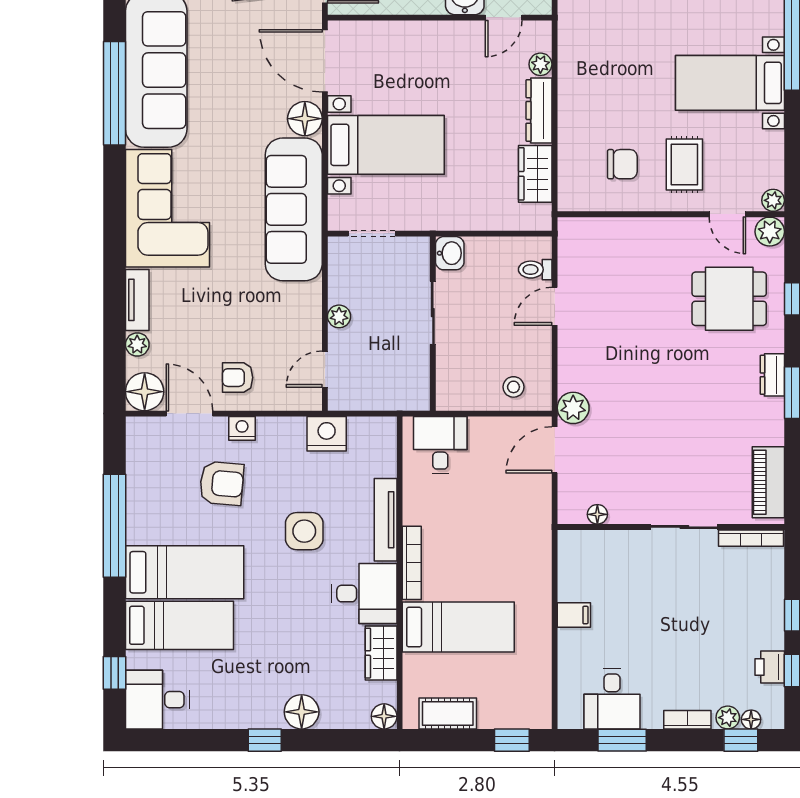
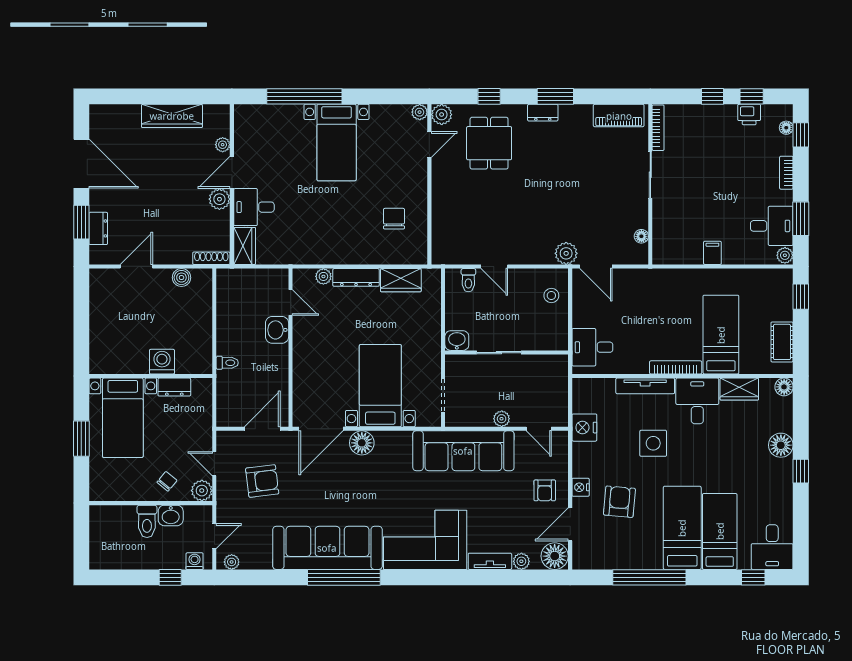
rug: (684, 164) -> (394, 175), removed
sofa: (294, 209) -> (463, 451), moved
plant: (728, 718) -> (785, 255), moved

